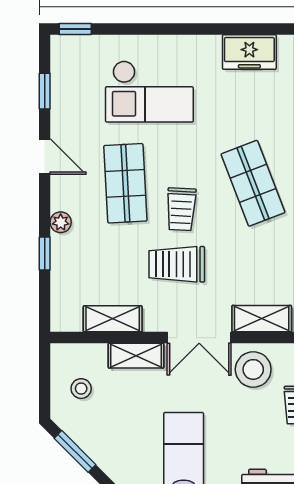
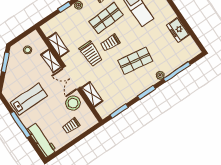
shop shelf: (253, 183) -> (135, 61), turned 30
trolley: (177, 264) -> (91, 54), turned 180

